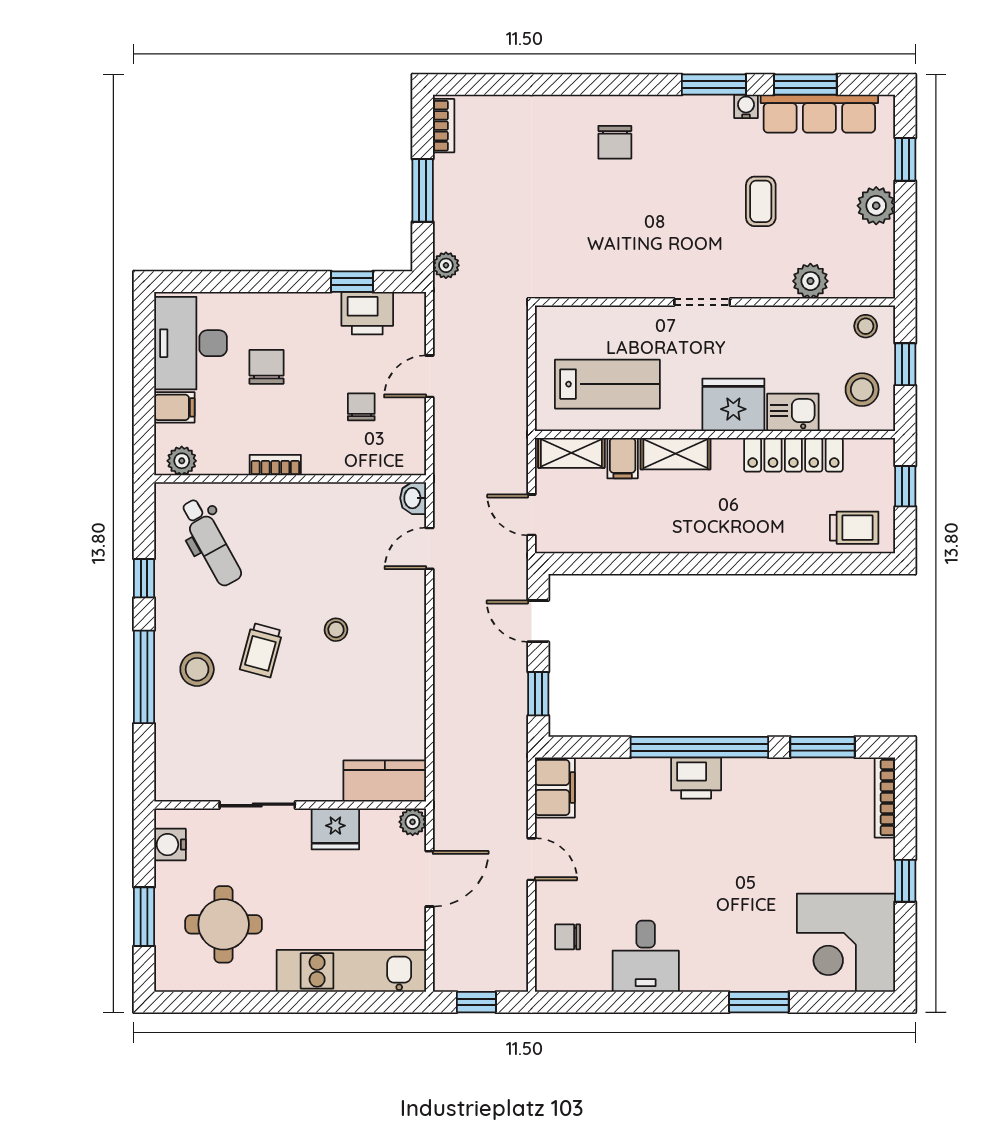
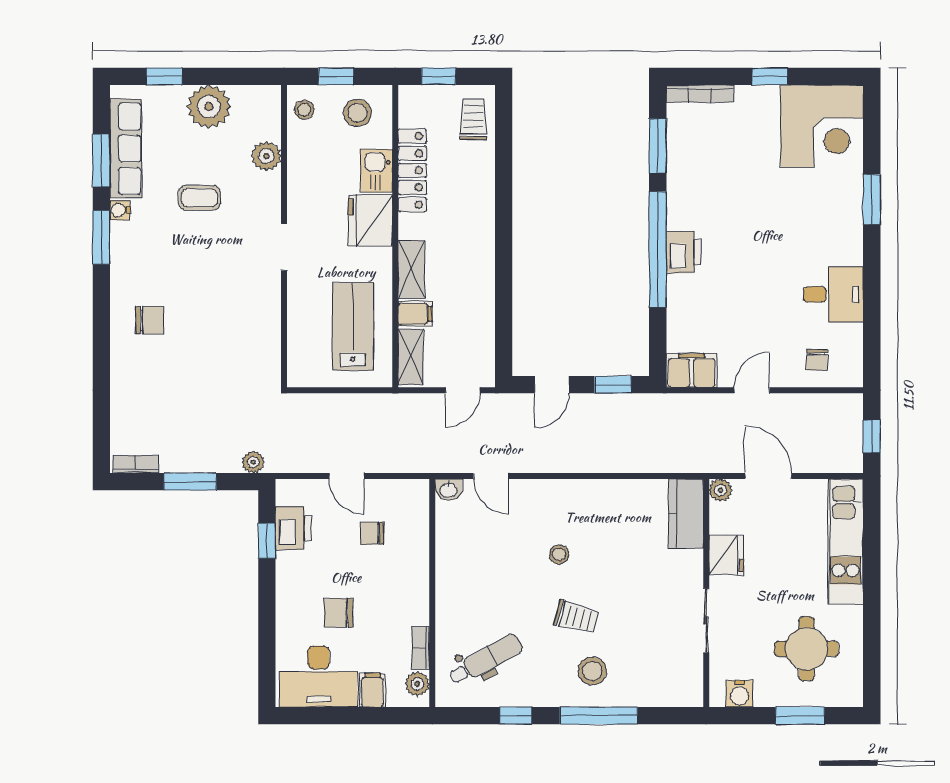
plant: (876, 206) -> (209, 107), width x1.36, depth x1.36
bookcase: (275, 465) -> (421, 648), moved

